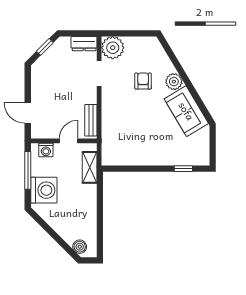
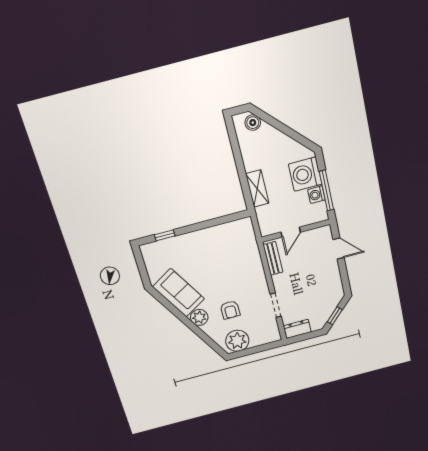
plant: (113, 48) -> (237, 341), moved
washing machine: (46, 150) -> (316, 195), moved, turned -90
shelving: (90, 167) -> (257, 189), moved

